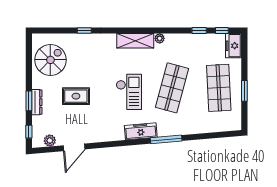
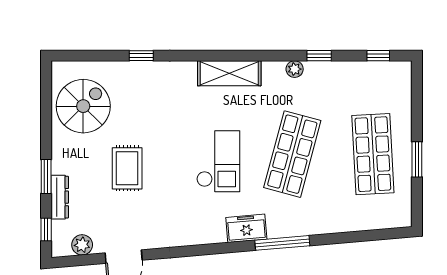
window: (199, 31) -> (319, 56), moved
plant: (160, 38) -> (295, 69), moved
freezer: (234, 46) -> (398, 82), removed
rug: (76, 96) -> (127, 168), turned 90
dresser: (37, 102) -> (60, 197), moved
freezer: (141, 131) -> (246, 228), width x0.71

